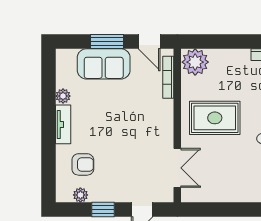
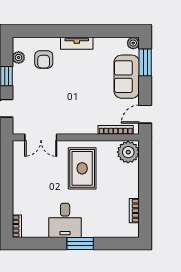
window: (107, 42) -> (145, 62), moved
plant: (63, 96) -> (133, 43), moved

